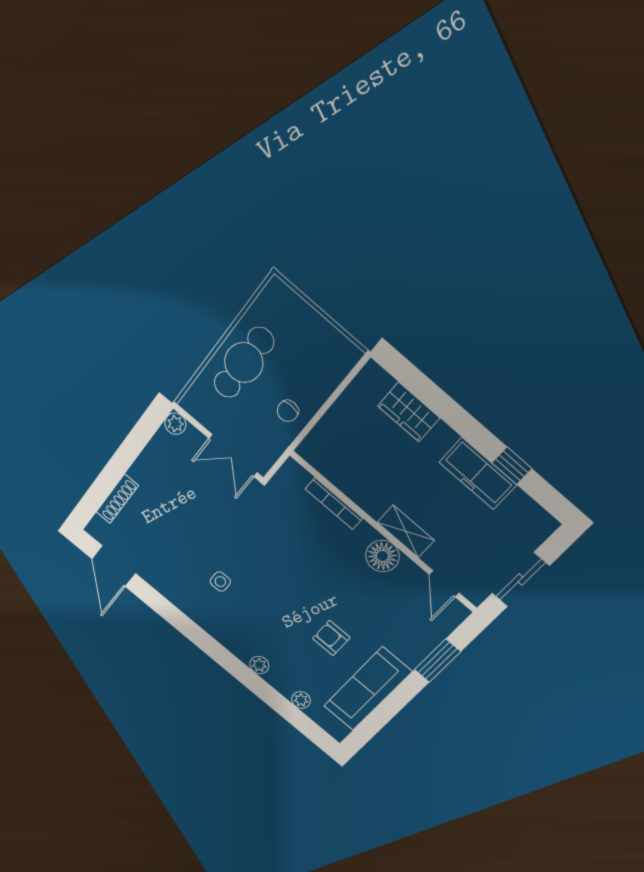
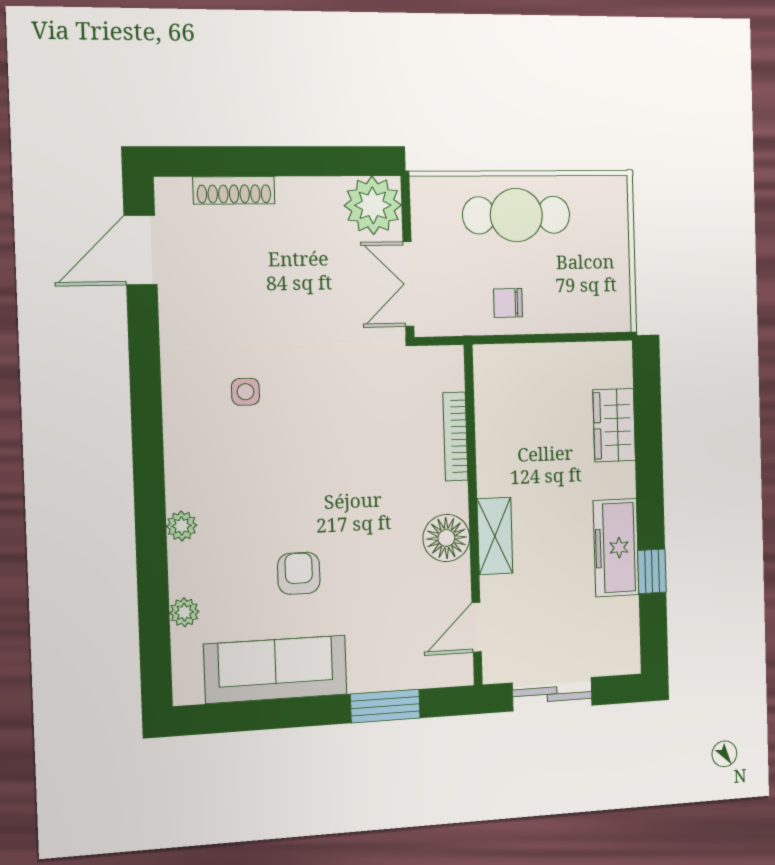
plant: (175, 424) -> (373, 205), width x1.88, depth x1.88

